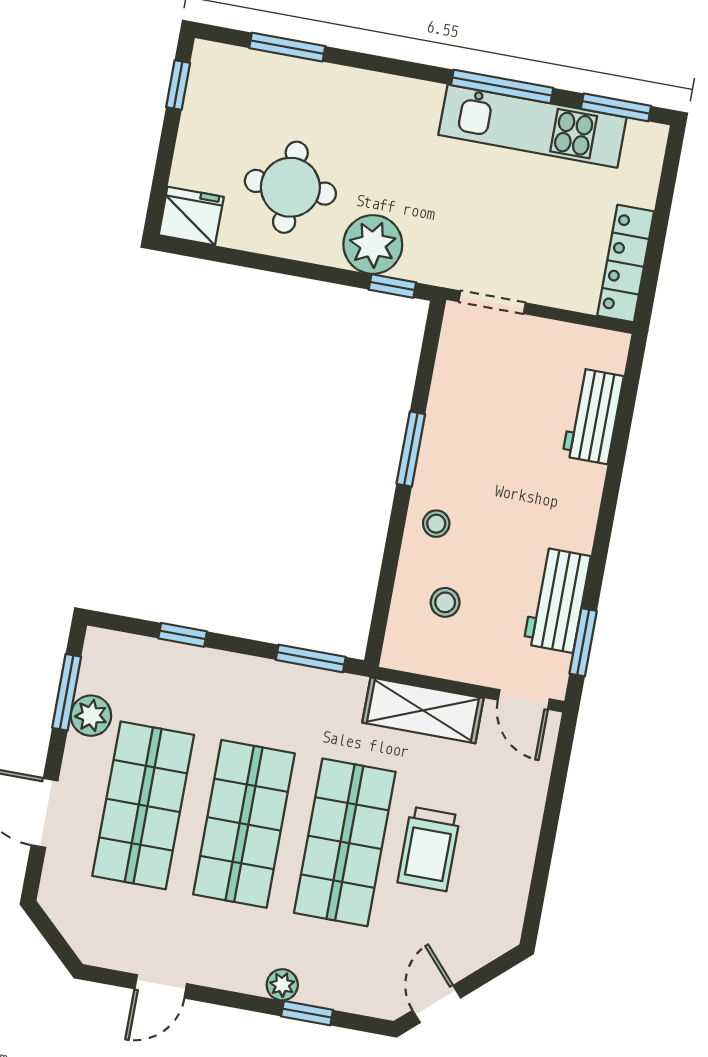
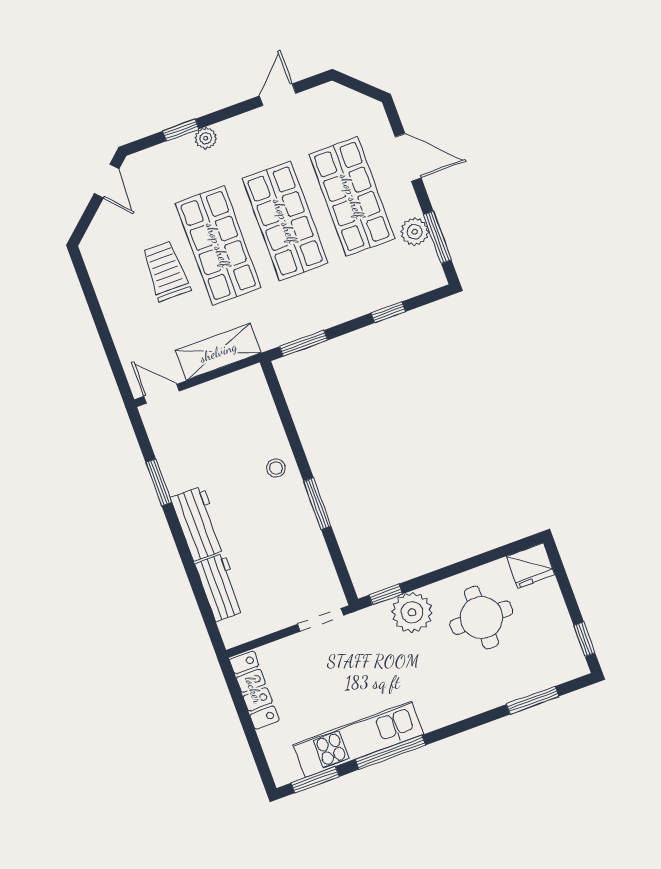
workbench: (557, 600) -> (198, 524), moved
stool: (445, 602) -> (243, 424), removed
window: (583, 642) -> (159, 482), moved

